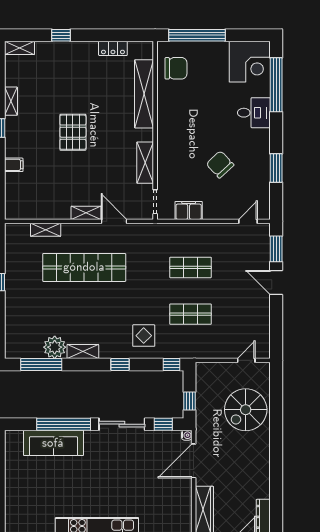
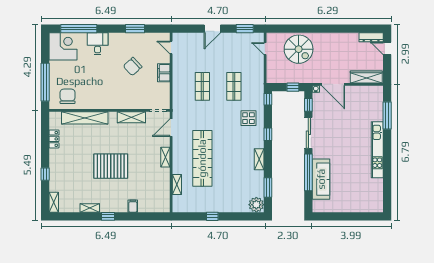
pallet: (73, 132) -> (111, 166), width x1.37, depth x1.41
filing cabinet: (189, 210) -> (164, 73), moved
door: (114, 221) -> (171, 128), moved
window: (276, 249) -> (245, 29), moved
plant: (55, 347) -> (256, 205), moved
window: (41, 364) -> (268, 187), width x0.69

